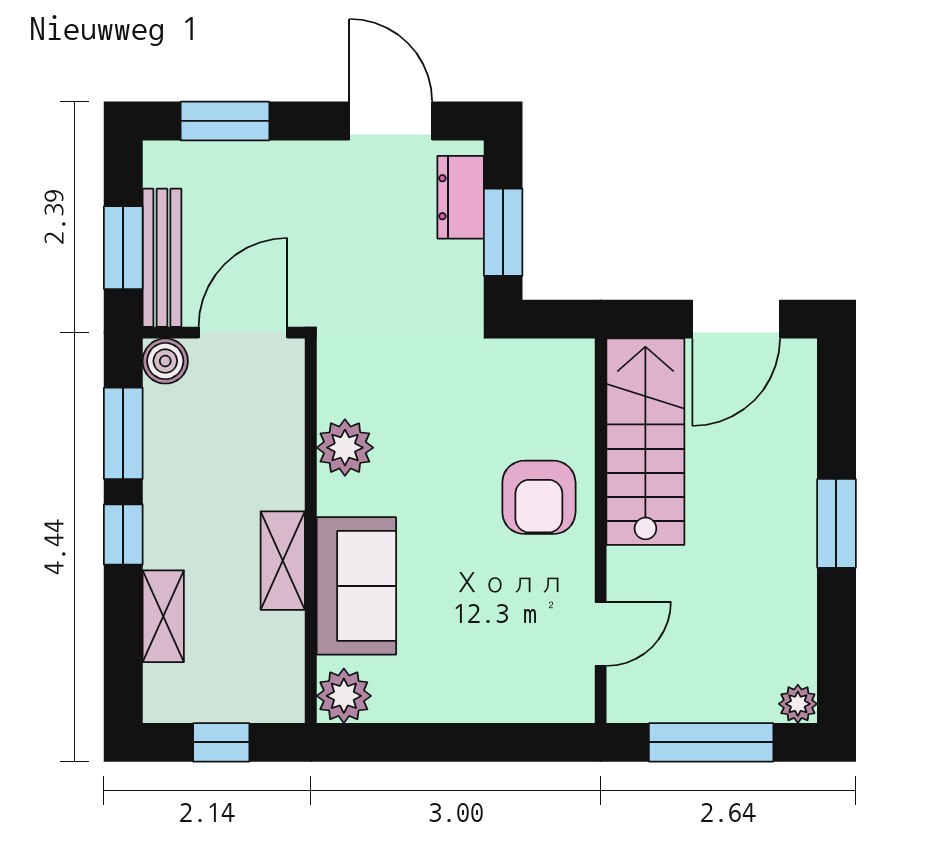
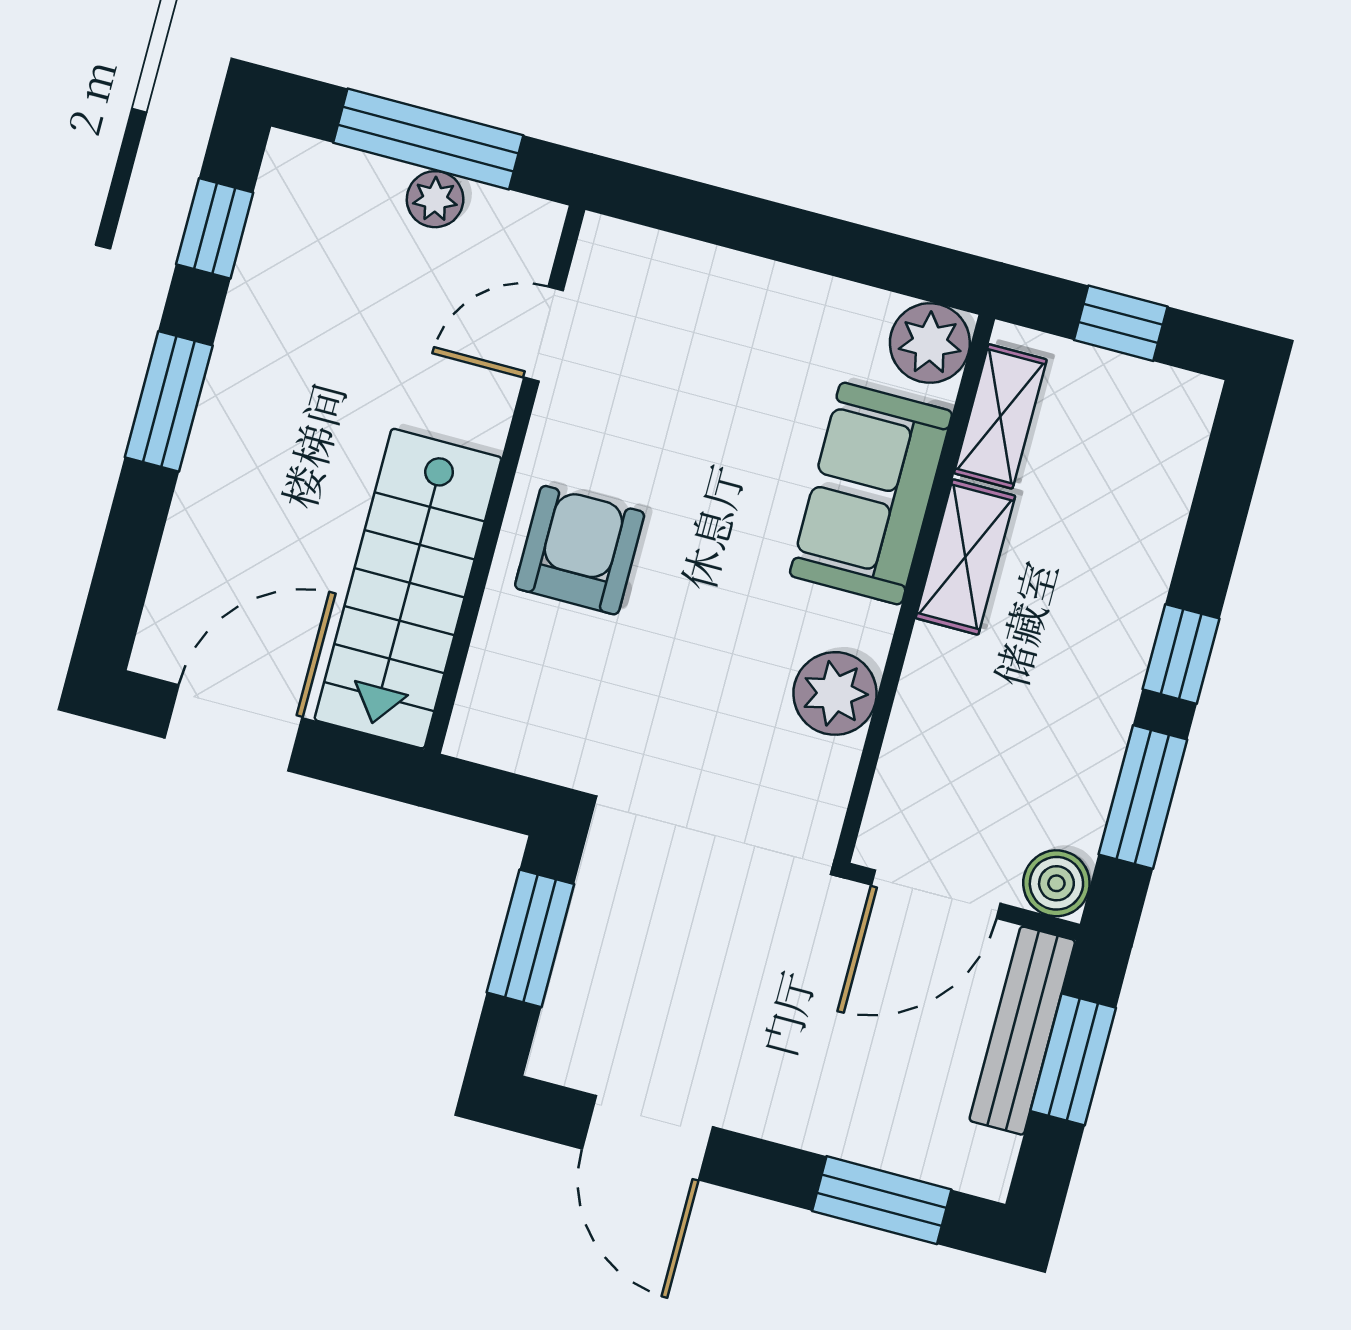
dresser: (461, 197) -> (577, 1004), removed
shelving: (163, 616) -> (1000, 416), moved
window: (836, 646) -> (215, 228), added
plant: (798, 704) -> (435, 199), moved

